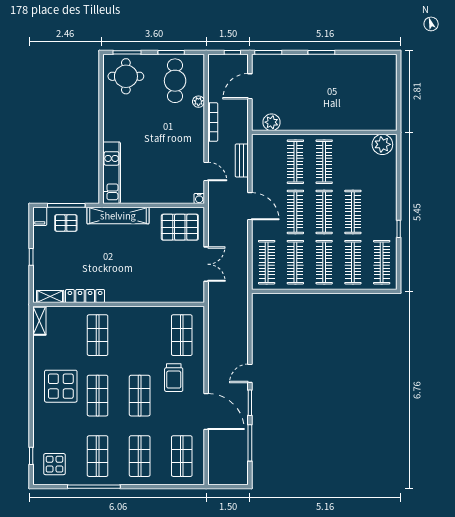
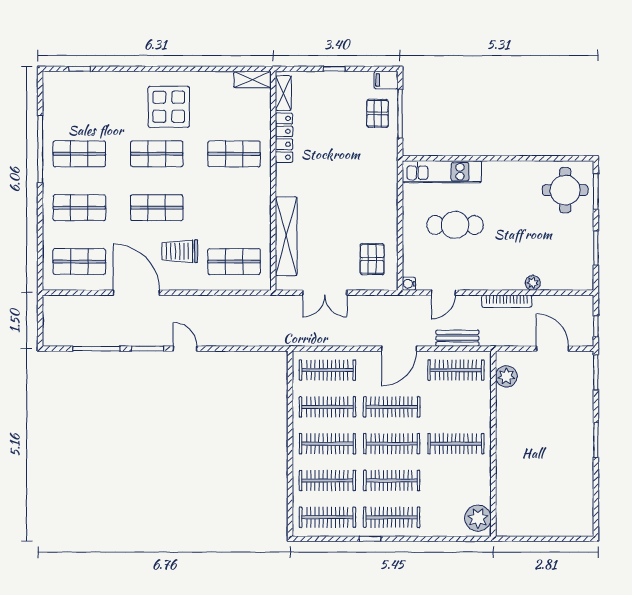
cafe table: (175, 81) -> (455, 225), moved
clothes rail: (295, 162) -> (456, 370), moved
clothes rail: (382, 212) -> (392, 517), added
shelving: (118, 216) -> (286, 236), moved
pallet: (180, 227) -> (372, 259), width x0.67, depth x0.71
door: (206, 412) -> (136, 293), swing flipped
display table: (54, 464) -> (69, 99), removed

